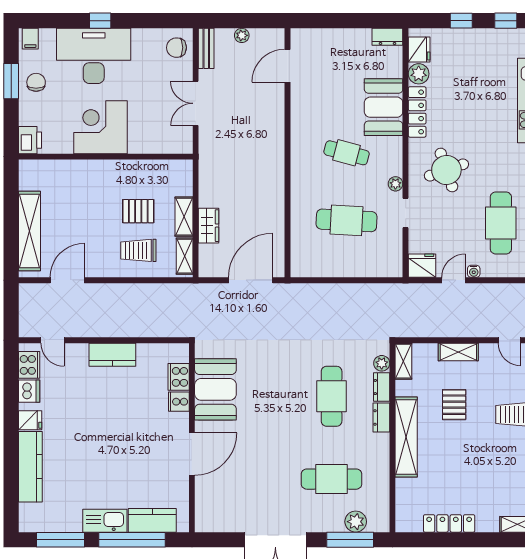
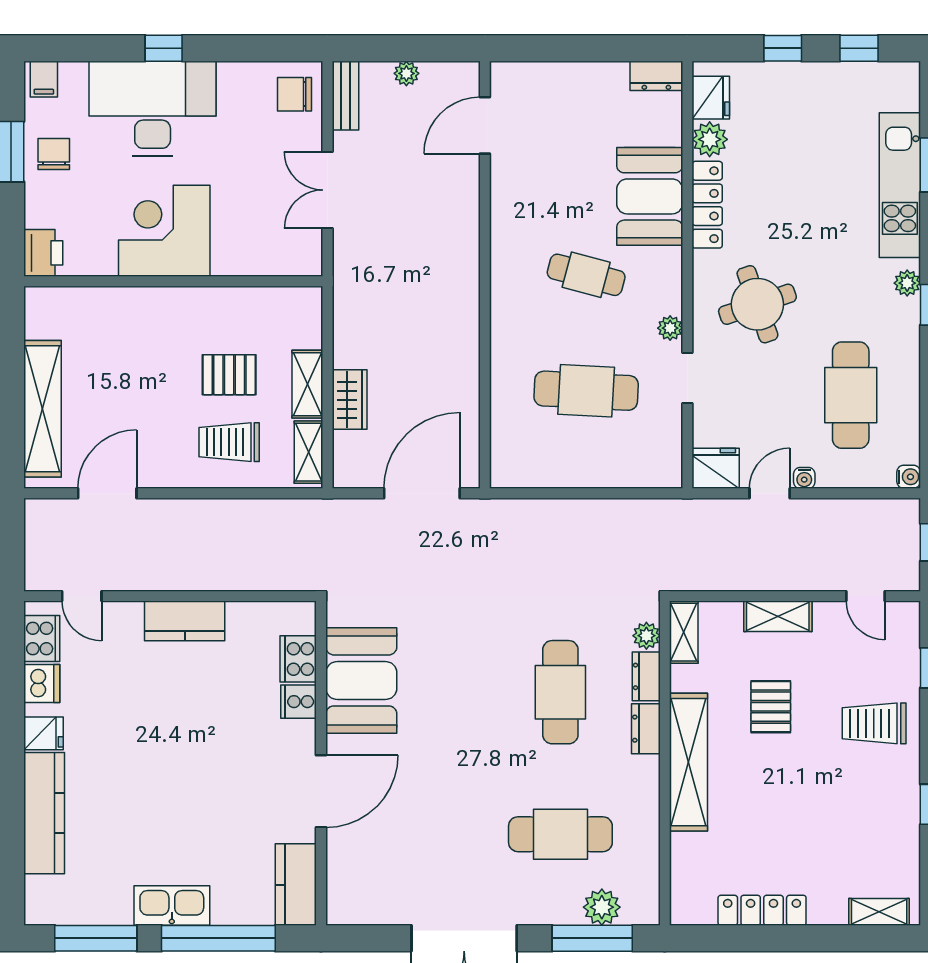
kitchen counter: (152, 520) -> (296, 885), moved, turned -90

